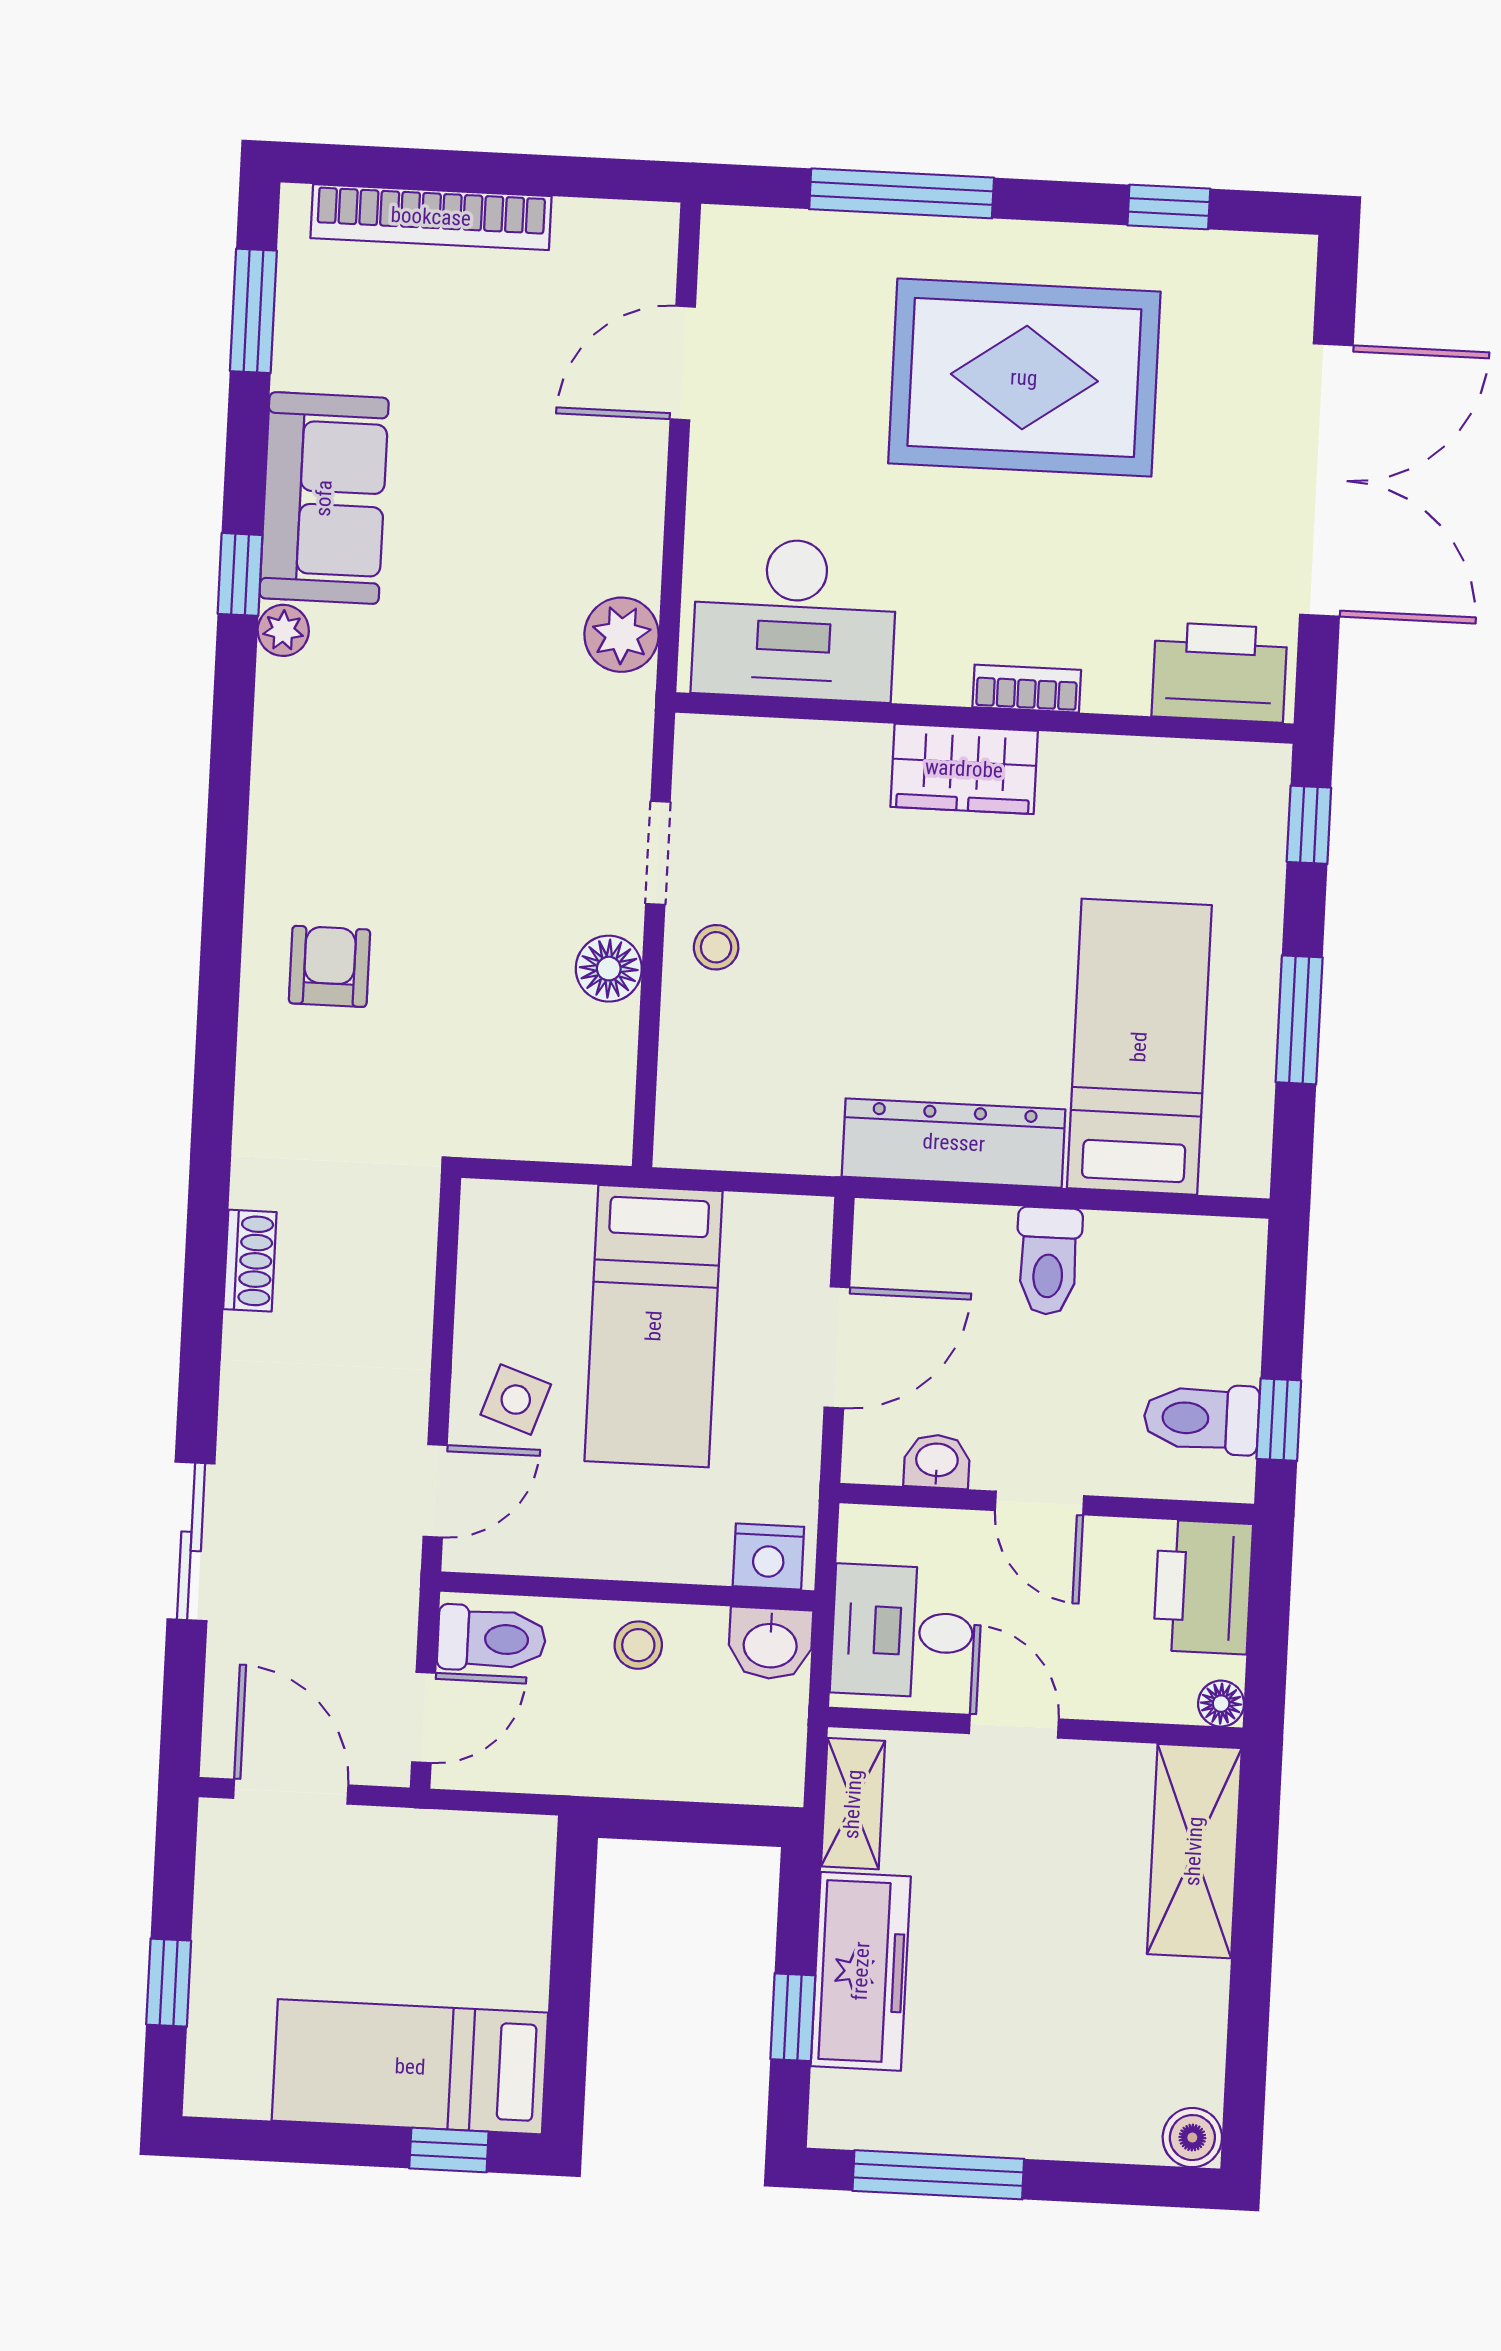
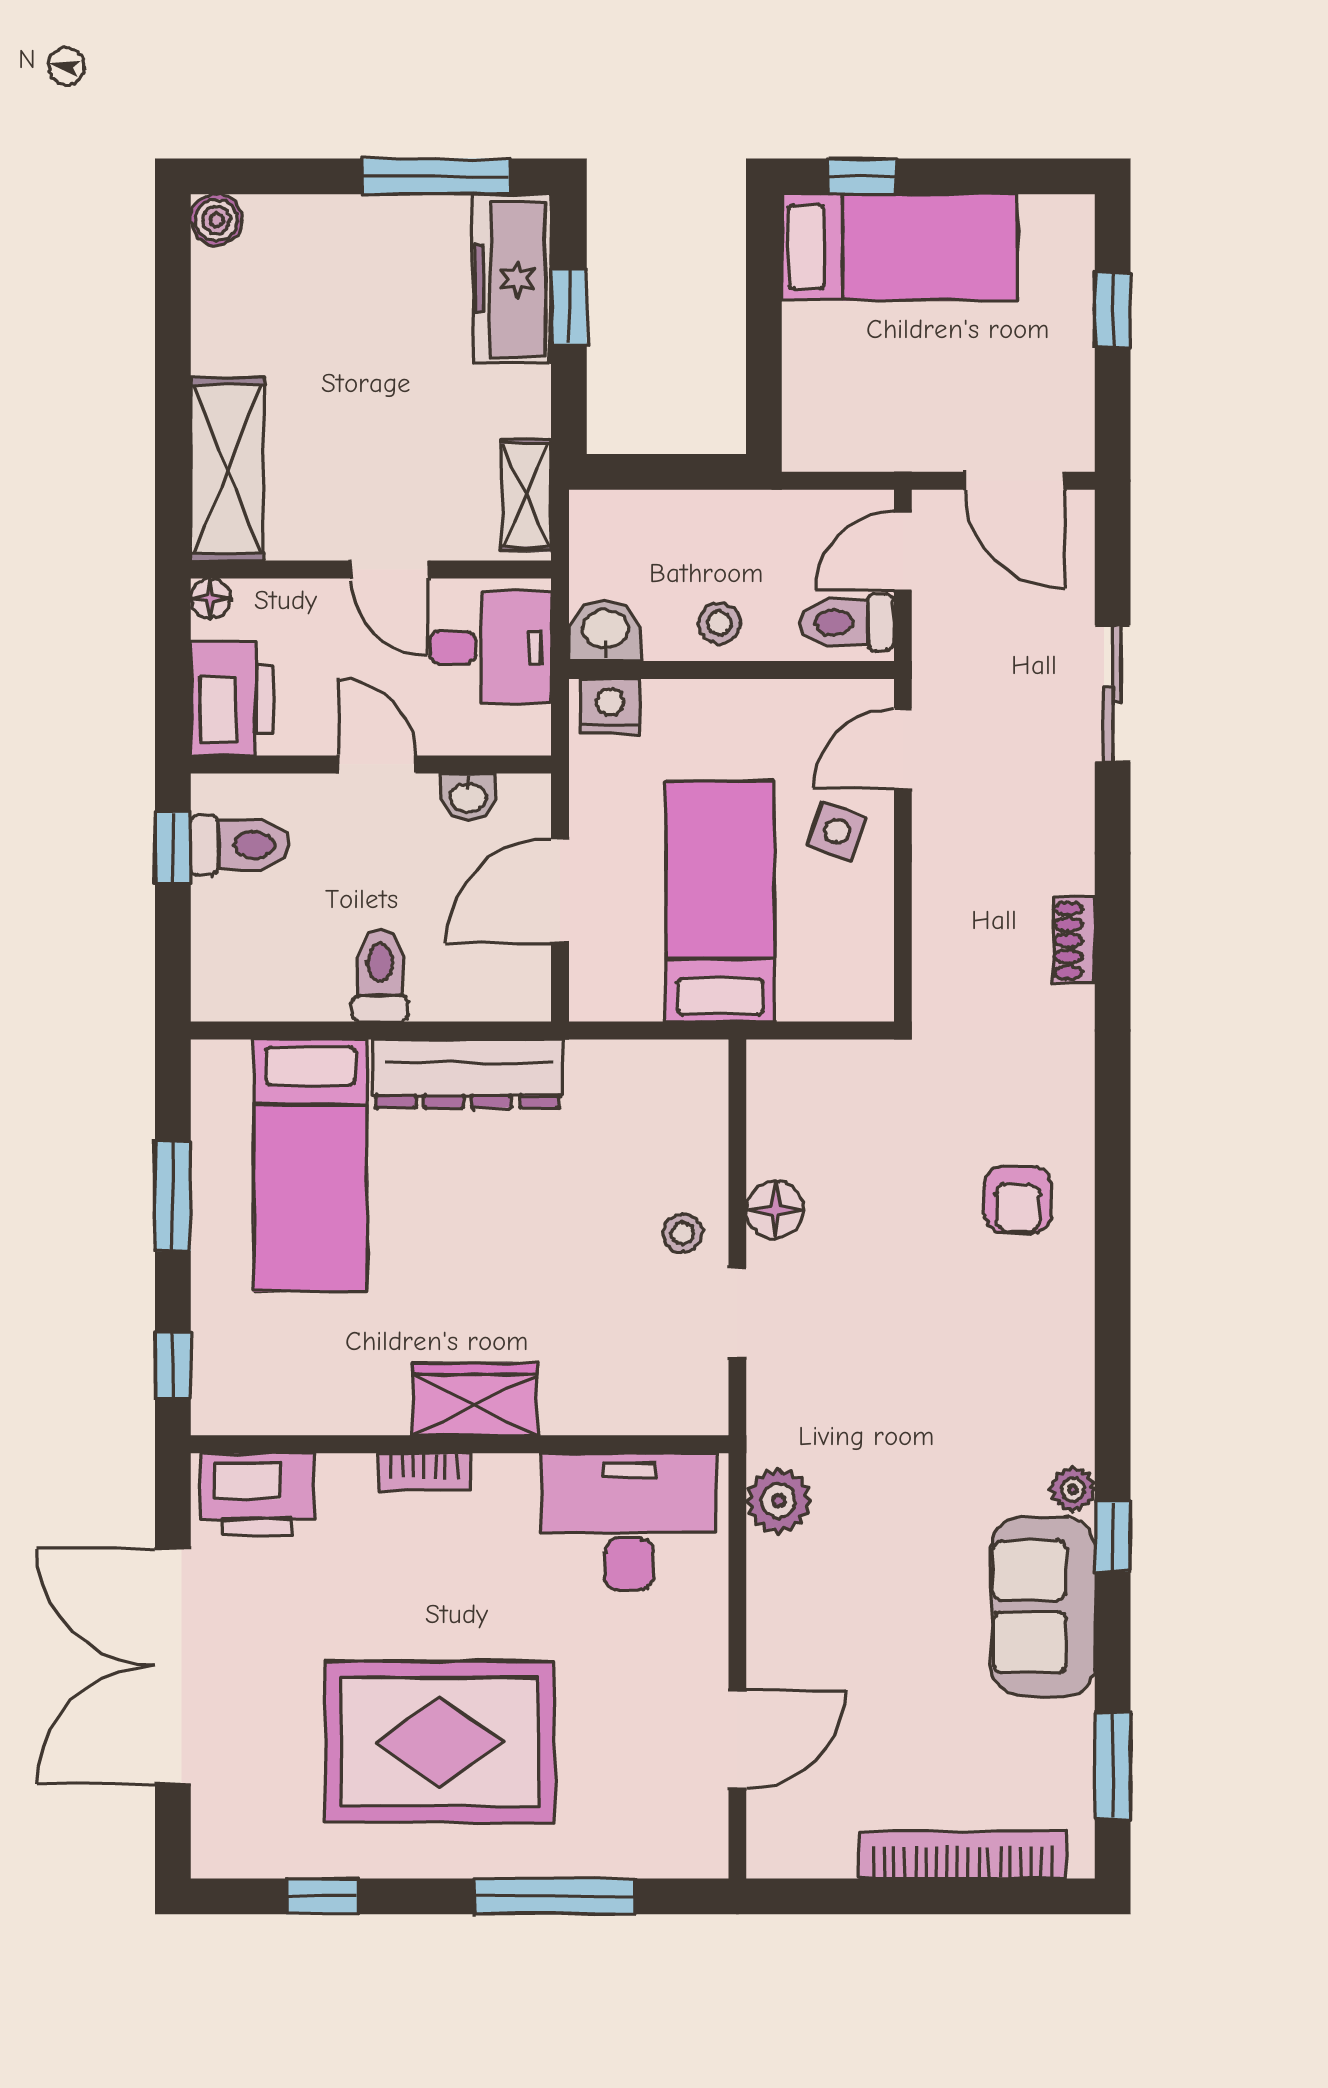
freezer: (861, 1971) -> (512, 279), moved

